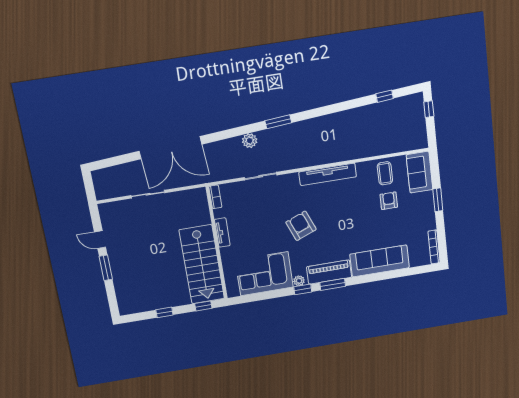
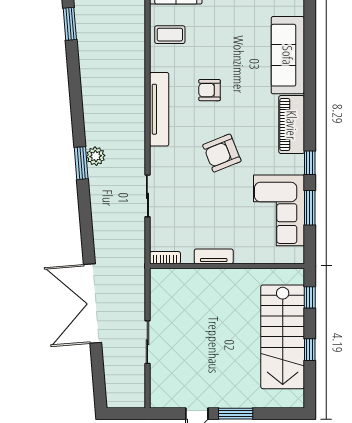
window: (385, 96) -> (70, 24), width x1.50
plant: (250, 141) -> (96, 156), moved
double door: (170, 148) -> (93, 303), swing flipped
armchair: (389, 201) -> (210, 90), moved
stairs: (202, 264) -> (283, 337), moved, turned 90
plant: (299, 281) -> (297, 166), removed
window: (333, 284) -> (310, 208), moved

